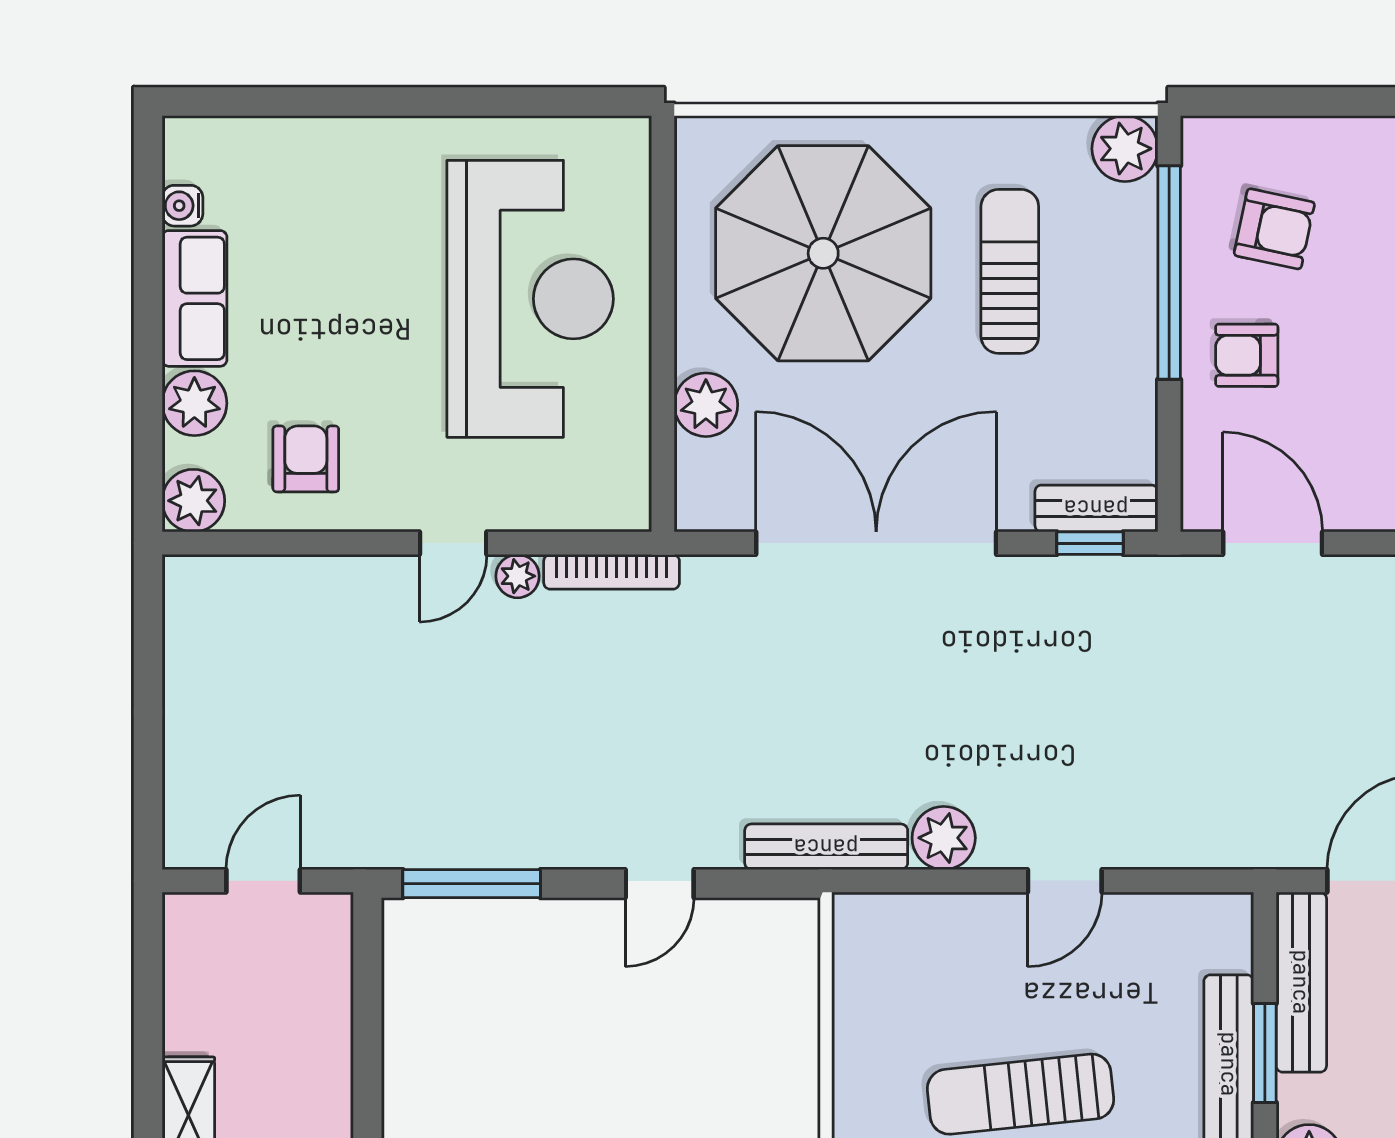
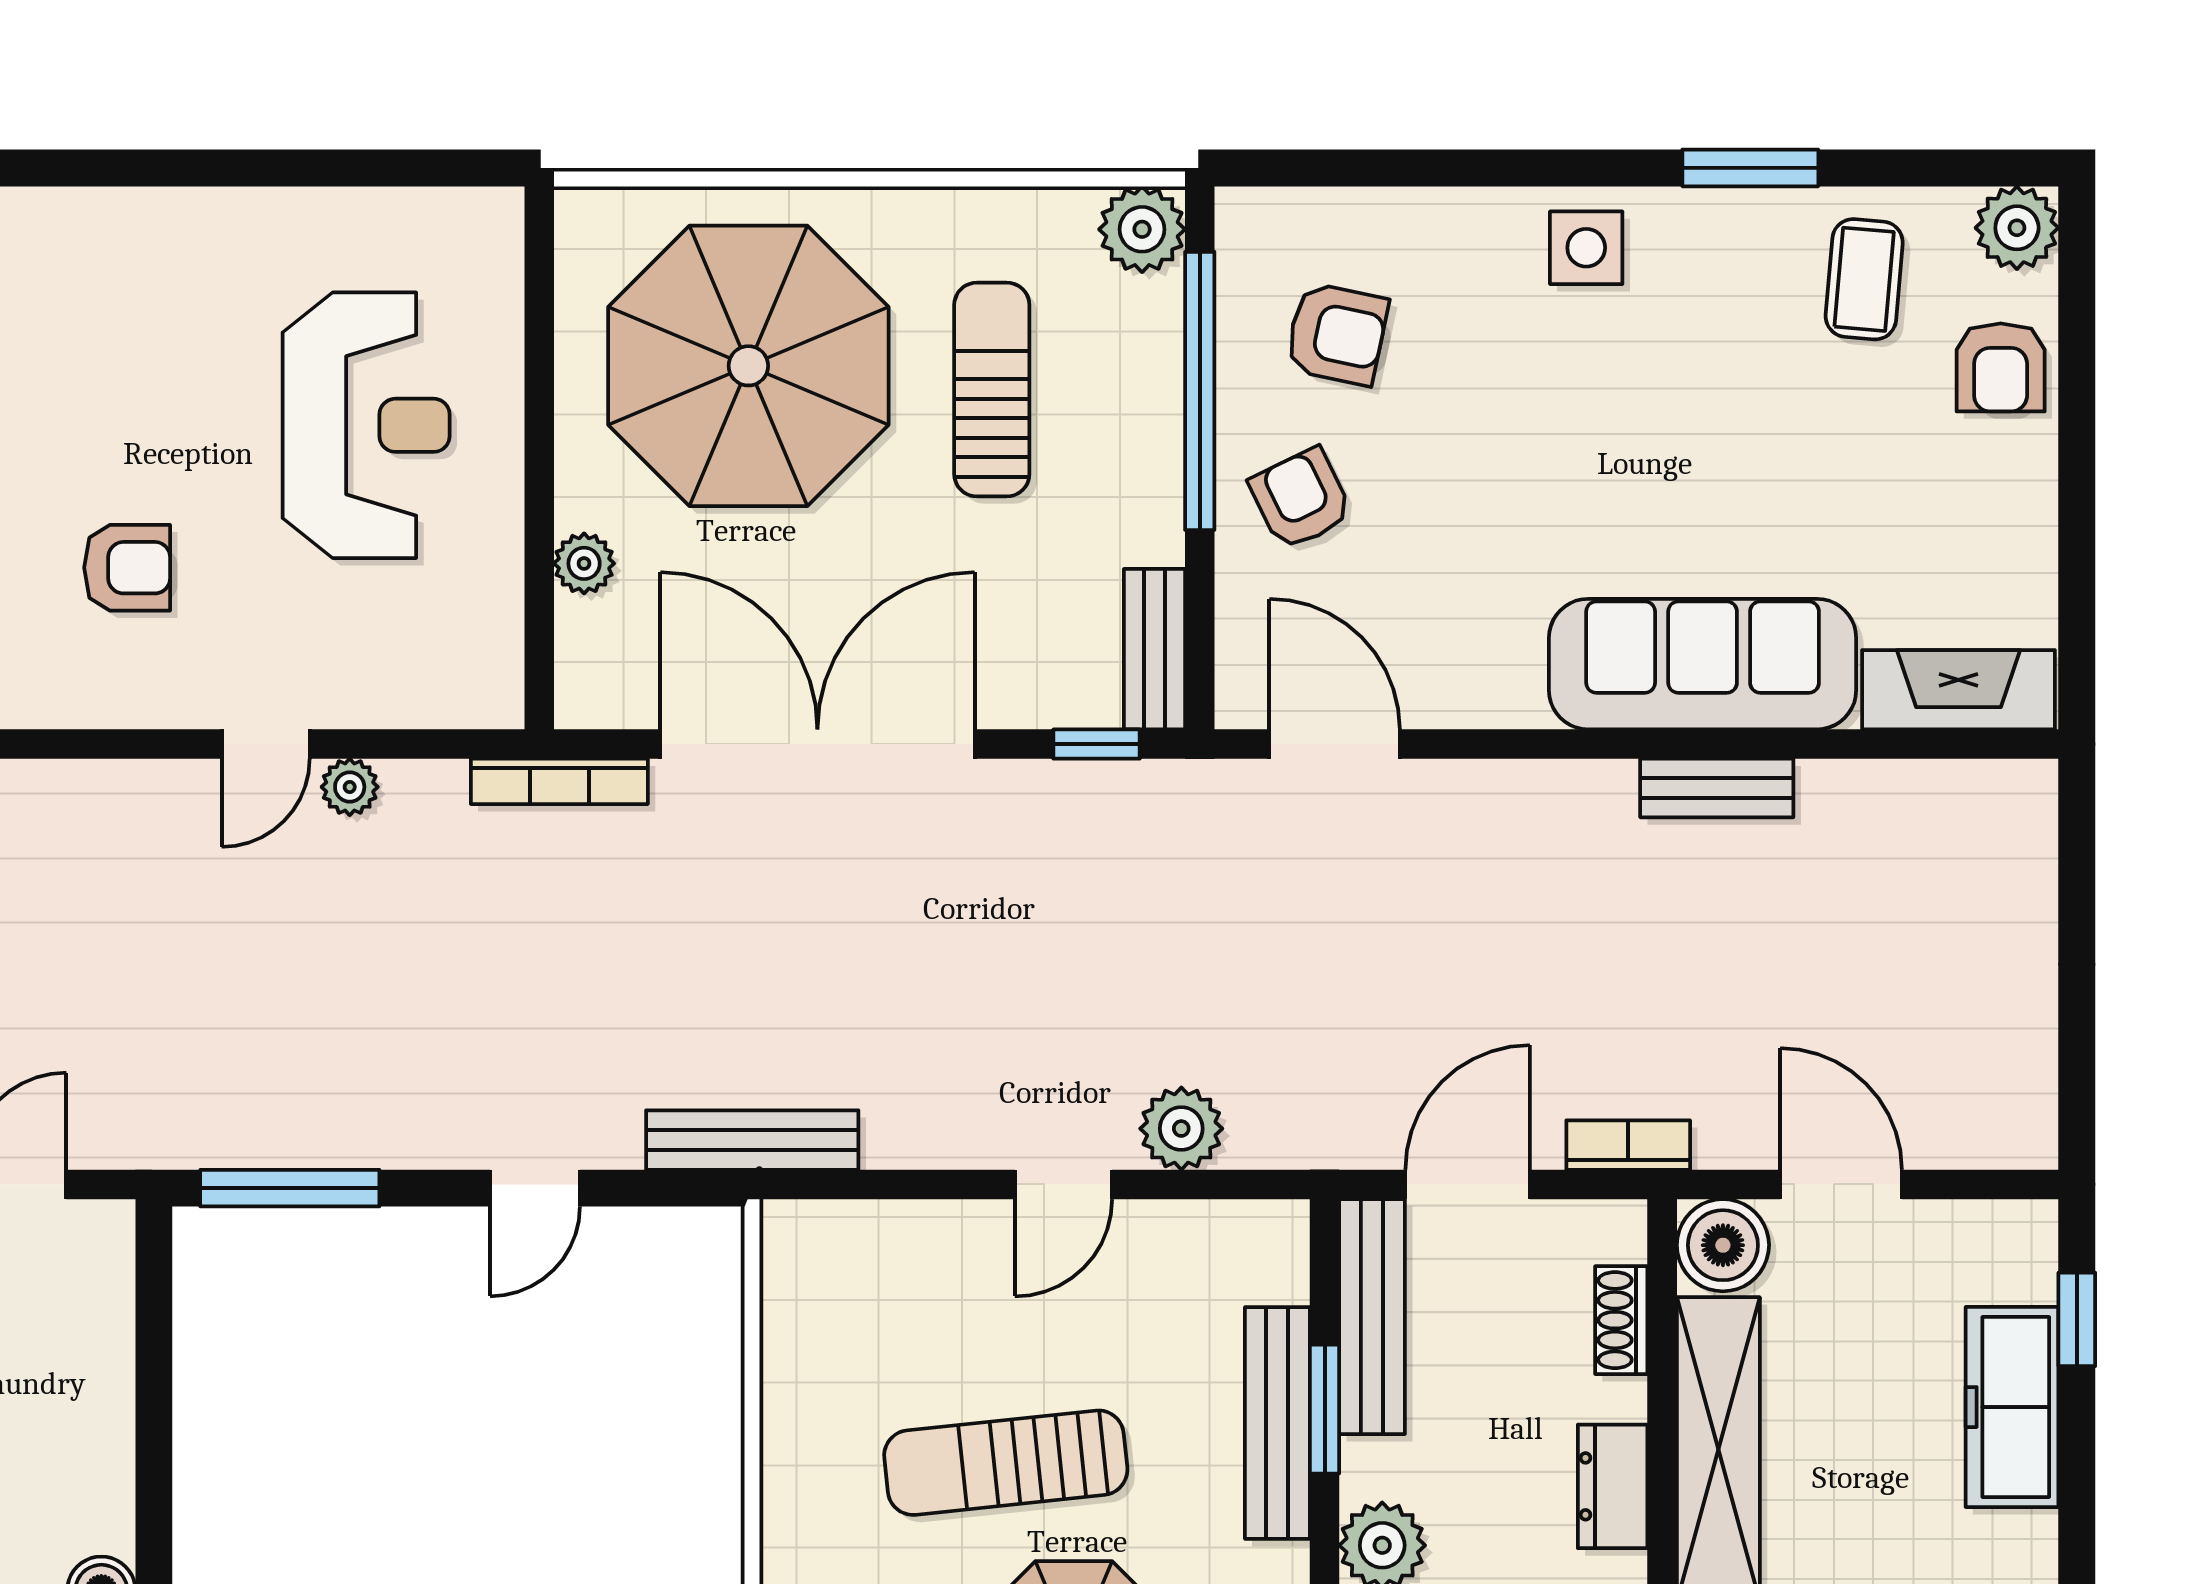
reception desk: (530, 299) -> (366, 425), width x0.74, depth x0.77
armchair: (1247, 355) -> (1301, 499), turned 64
plant: (706, 405) -> (584, 563), width x0.73, depth x0.73
armchair: (306, 459) -> (127, 568), moved, turned 90
bench: (1096, 508) -> (1154, 649), moved, turned 90
bookcase: (612, 572) -> (559, 781), moved
plant: (944, 838) -> (1181, 1129), moved

